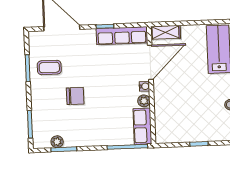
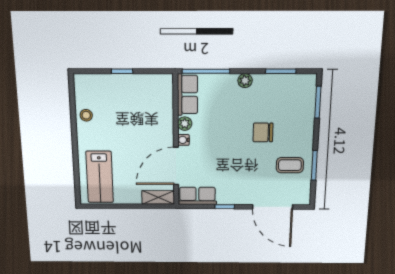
row of seats: (122, 36) -> (197, 196), width x0.68
plant: (57, 142) -> (245, 81), moved

